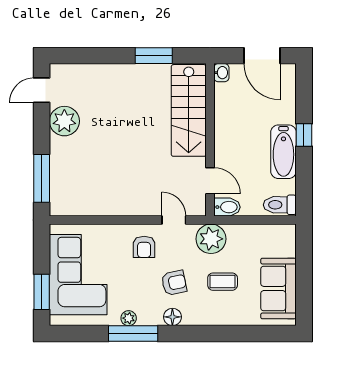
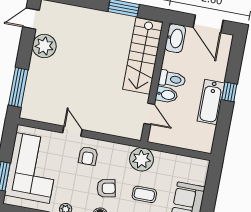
washbasin: (221, 73) -> (175, 38), width x1.91, depth x1.45
toilet: (280, 205) -> (172, 79), moved, turned 180
bidet: (227, 207) -> (167, 95), moved
door: (174, 220) -> (72, 131), moved

